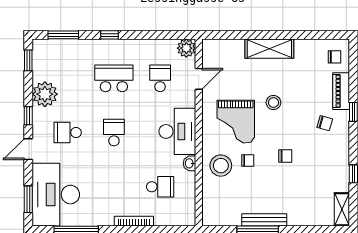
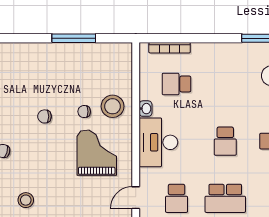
stool: (273, 103) -> (26, 200), moved
bench: (264, 220) -> (67, 49), removed
bookcase: (134, 221) -> (170, 48), moved

